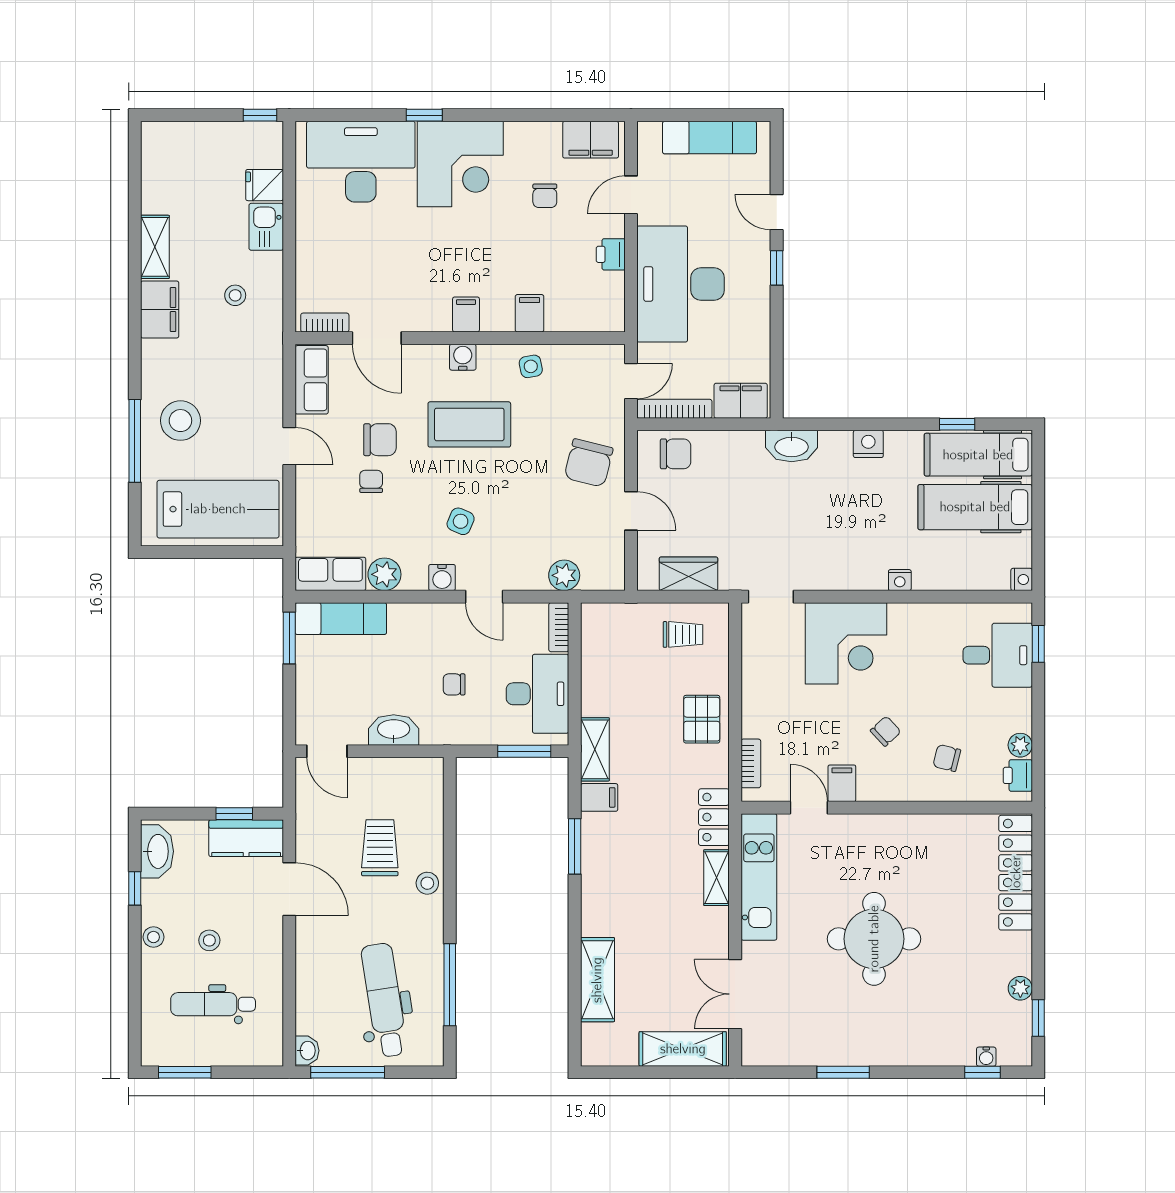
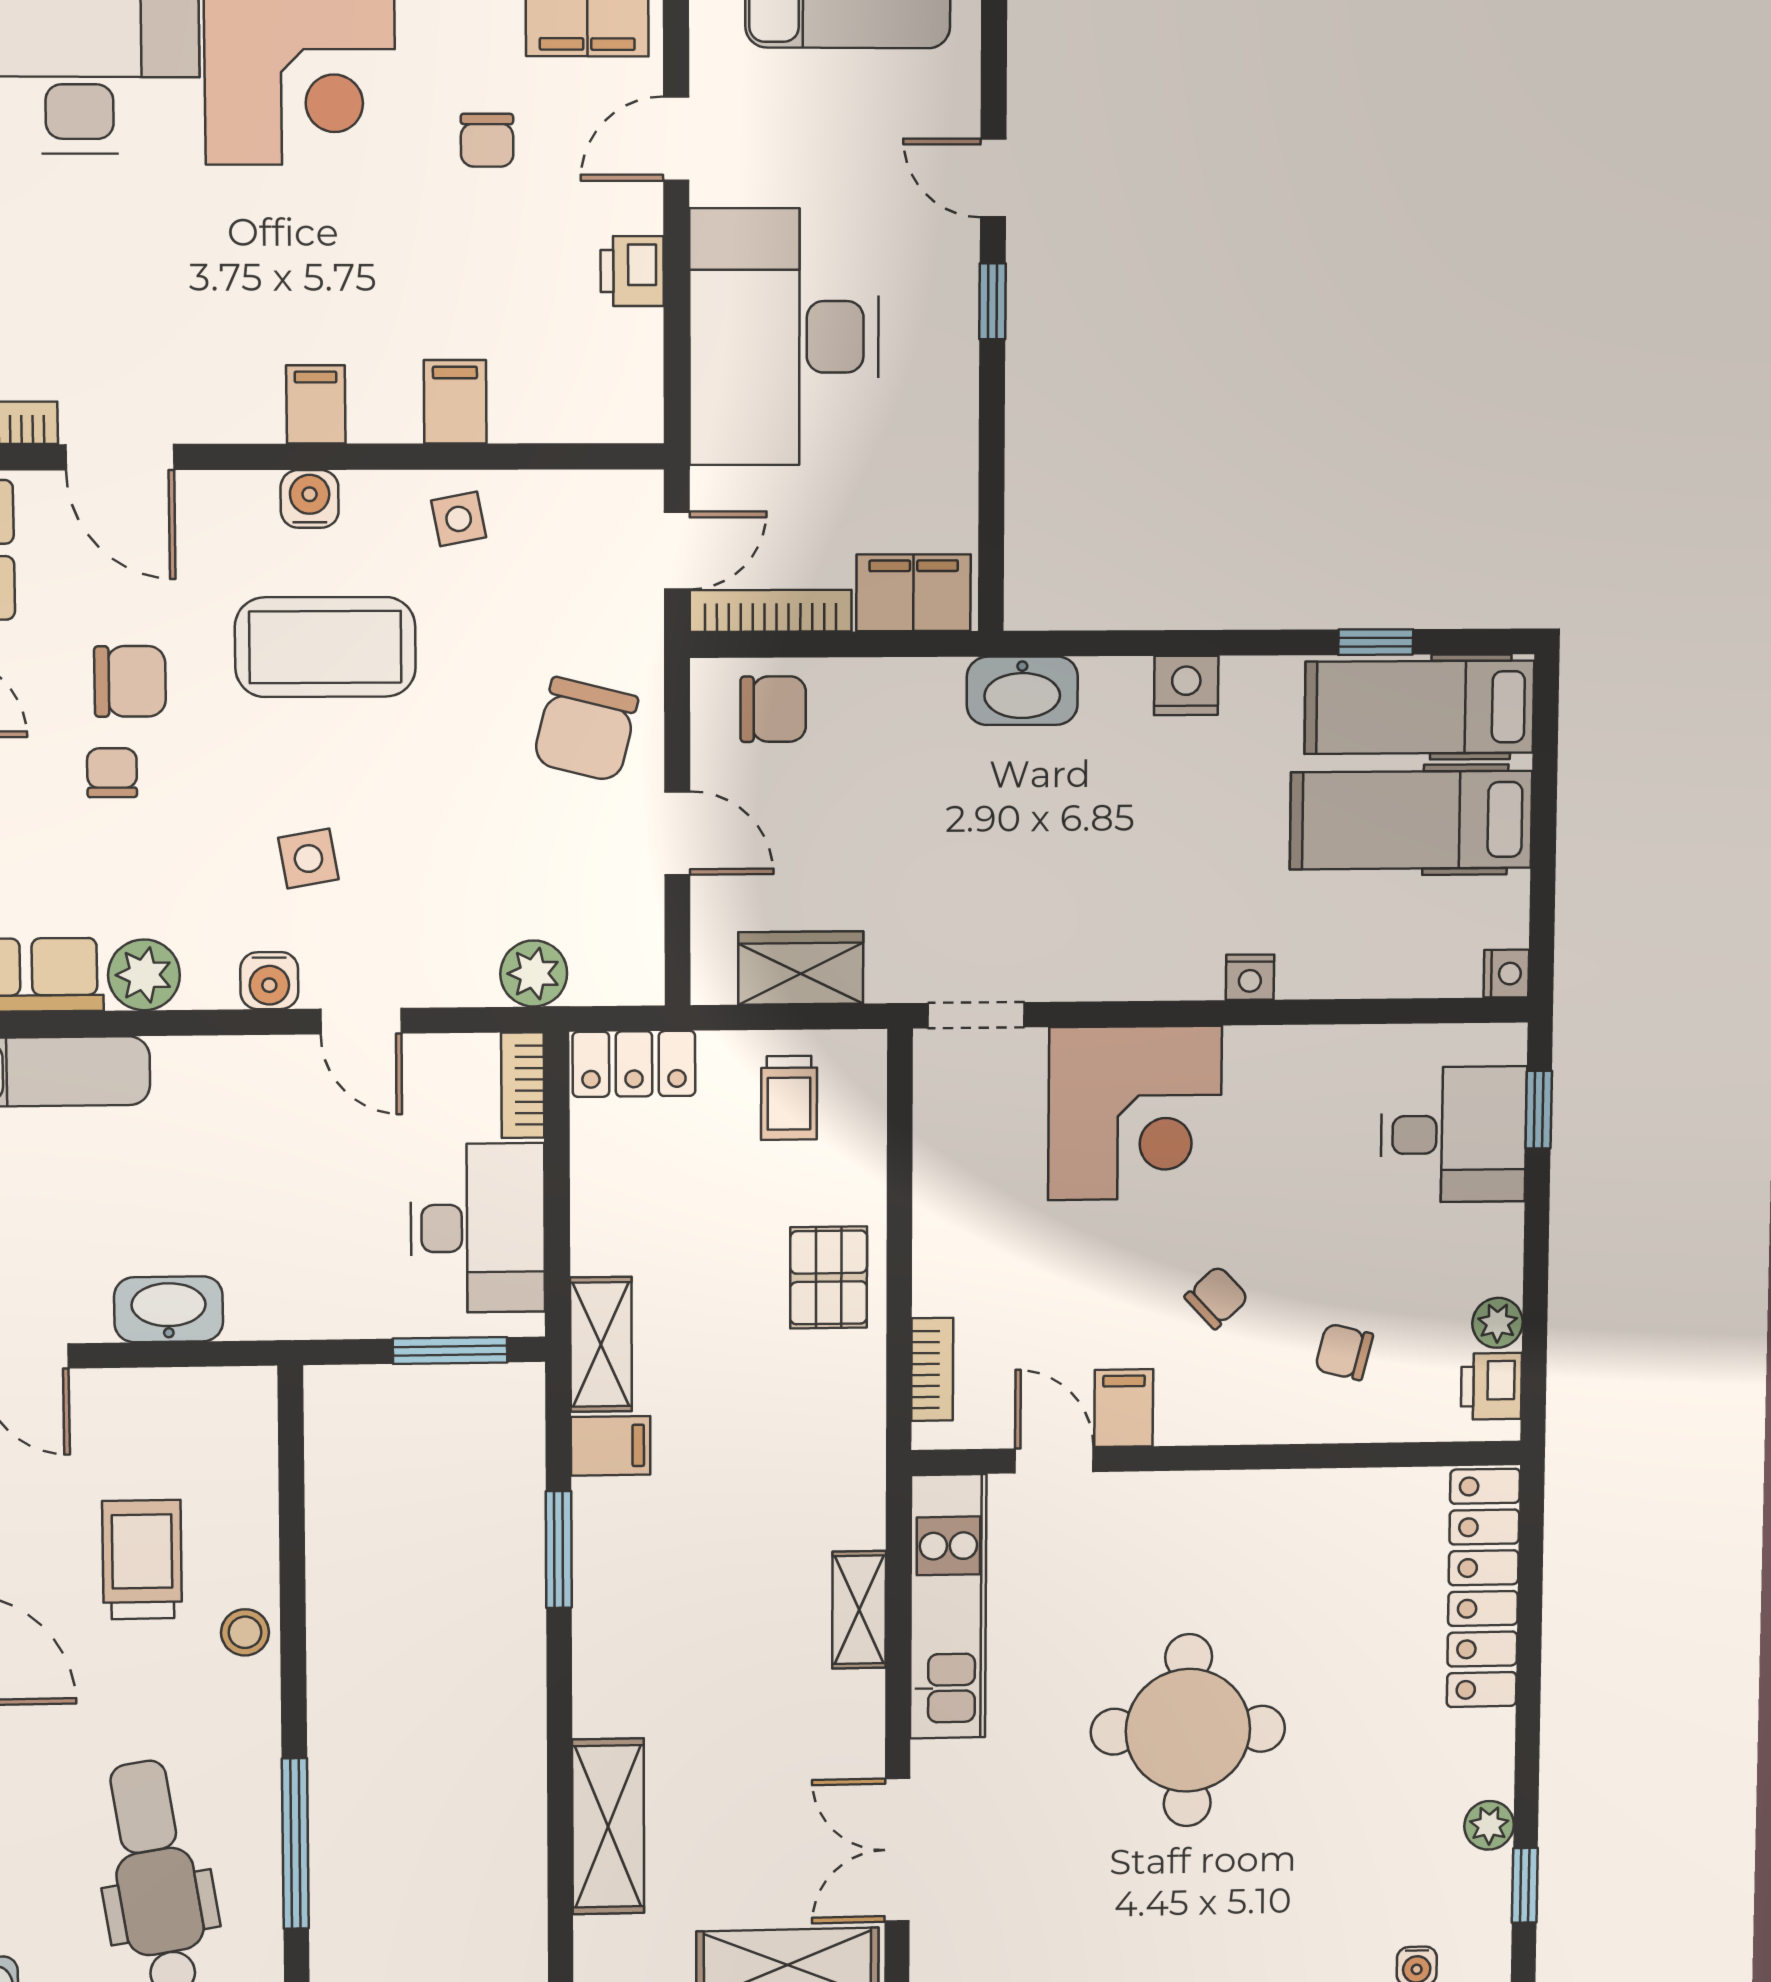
side table: (461, 521) -> (308, 859), turned -33
trolley: (683, 634) -> (789, 1098), turned 90
chair: (454, 684) -> (298, 1210), removed
locker: (714, 817) -> (634, 1064), moved, turned -90

